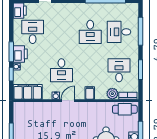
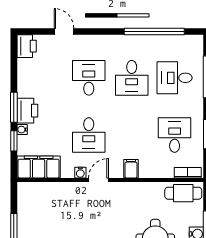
desk: (33, 32) -> (89, 78), moved
plant: (112, 94) -> (165, 170), removed

